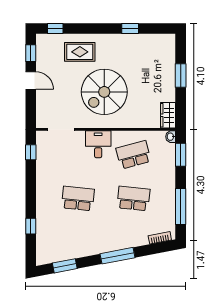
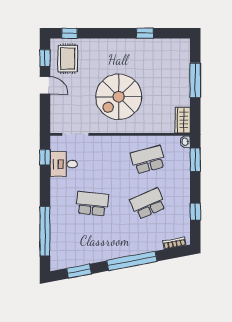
rug: (80, 52) -> (68, 59), moved, turned 90
window: (181, 75) -> (195, 80), width x1.44
desk: (98, 144) -> (64, 164), moved, turned -90
school desk: (133, 199) -> (148, 204), turned -30
window: (181, 206) -> (195, 212), width x0.46
window: (31, 226) -> (45, 231), width x3.17
window: (117, 256) -> (132, 261), width x1.46

